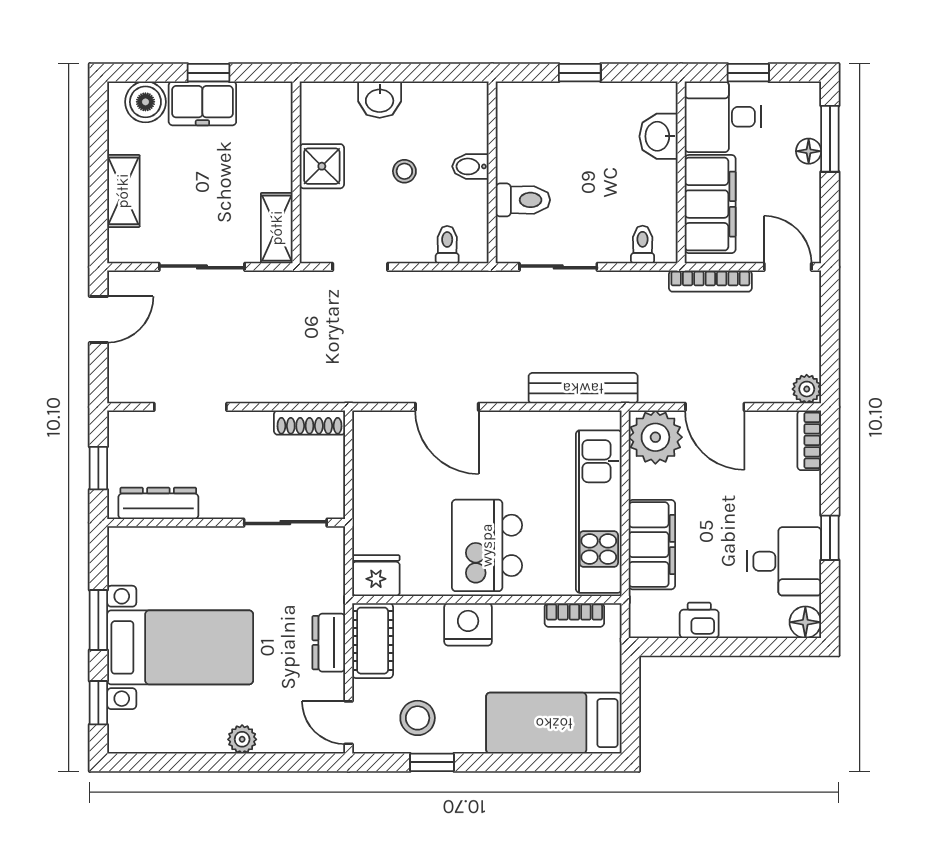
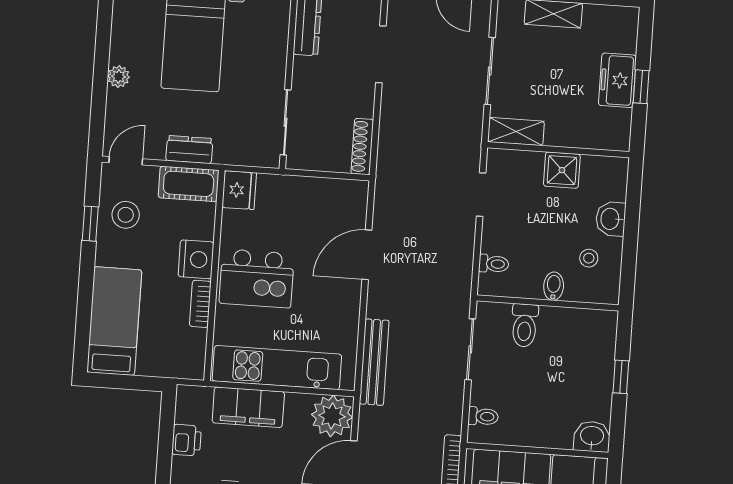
boiler: (145, 102) -> (622, 36), removed
washbasin: (658, 136) -> (592, 437), moved
stool: (404, 171) -> (589, 258), moved
kitchen island: (487, 545) -> (257, 278), turned 180
bookcase: (574, 615) -> (200, 304), moved

